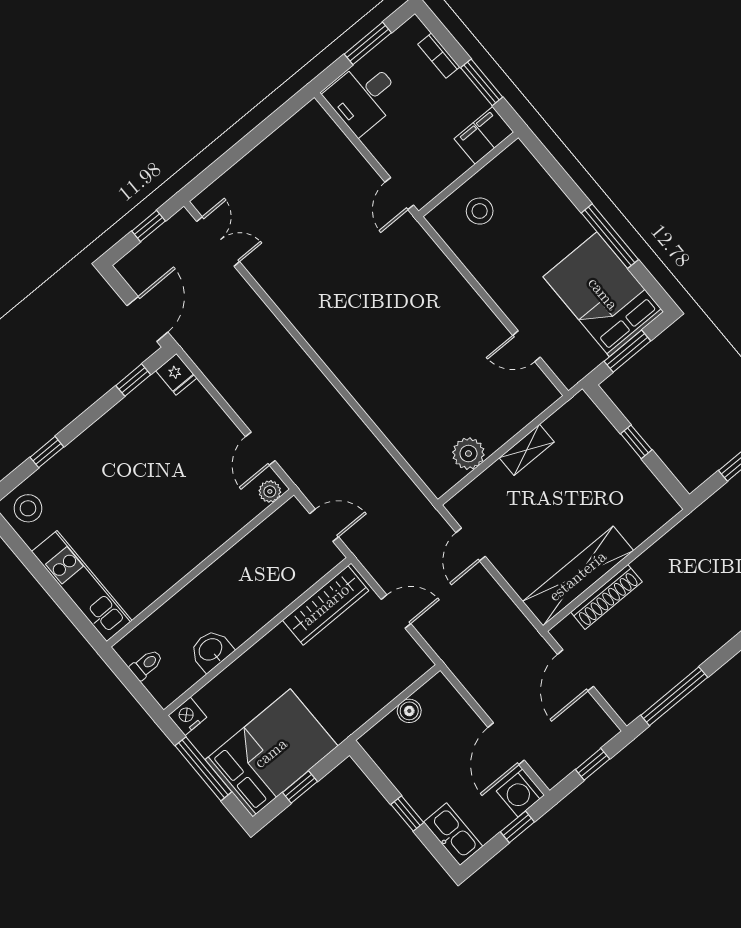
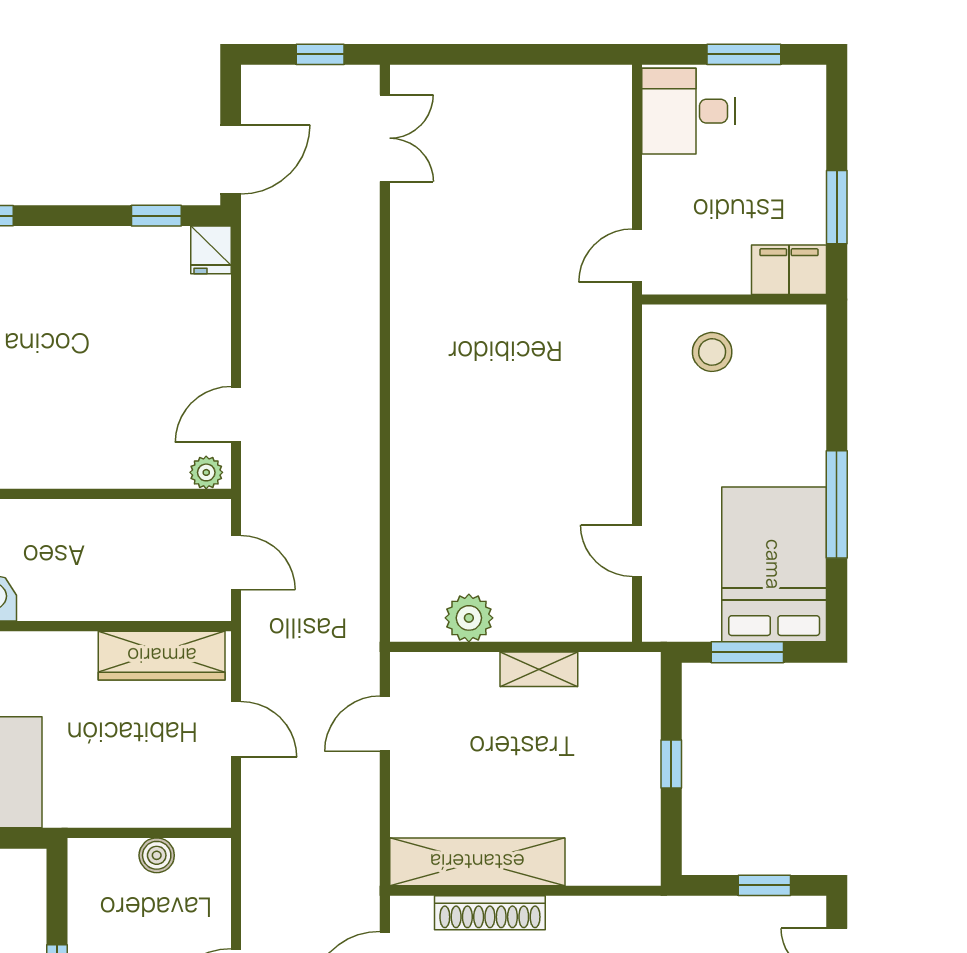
bookcase: (439, 56) -> (813, 136), removed

